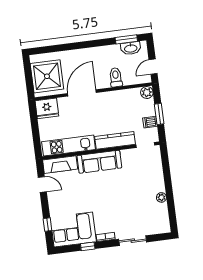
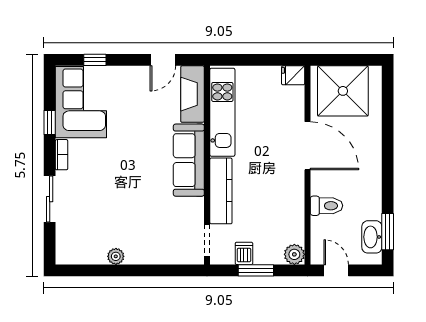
fridge: (47, 108) -> (293, 75), width x0.53, depth x0.75

